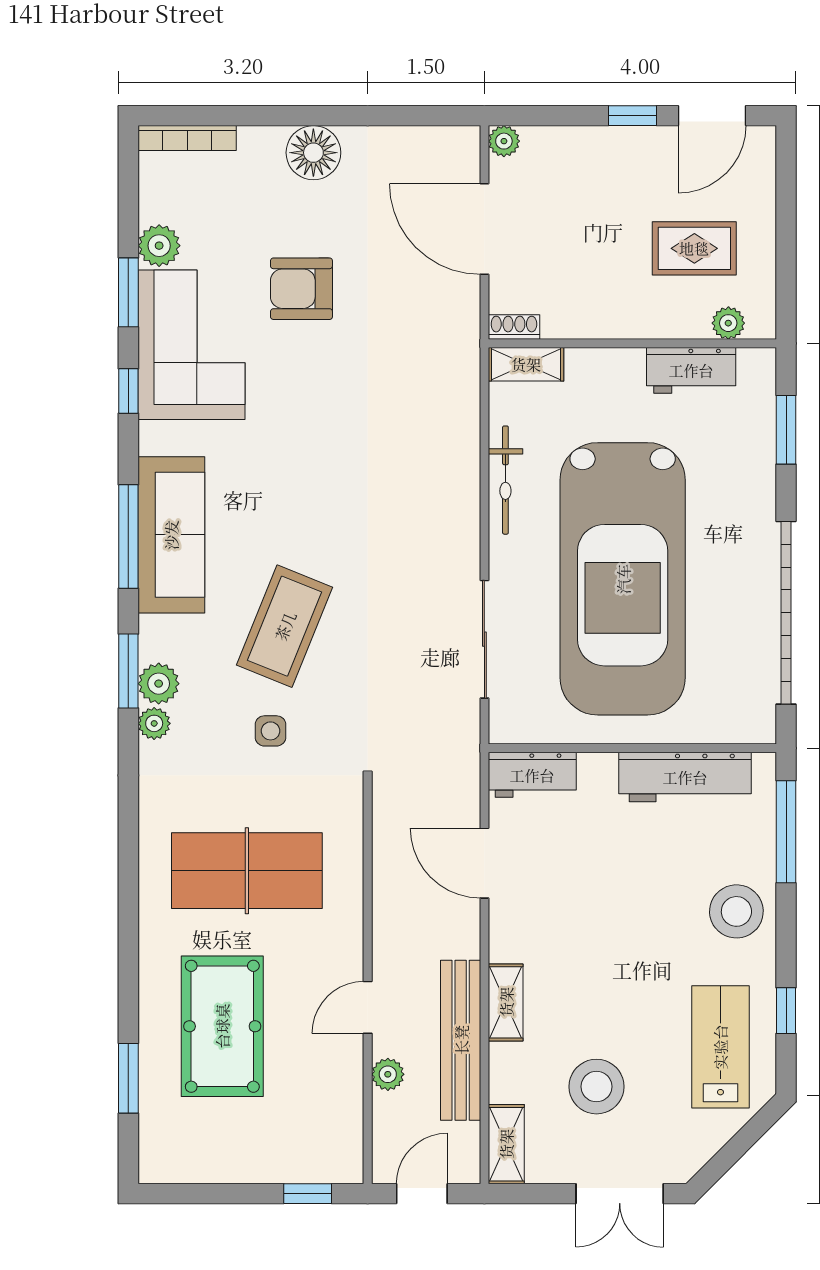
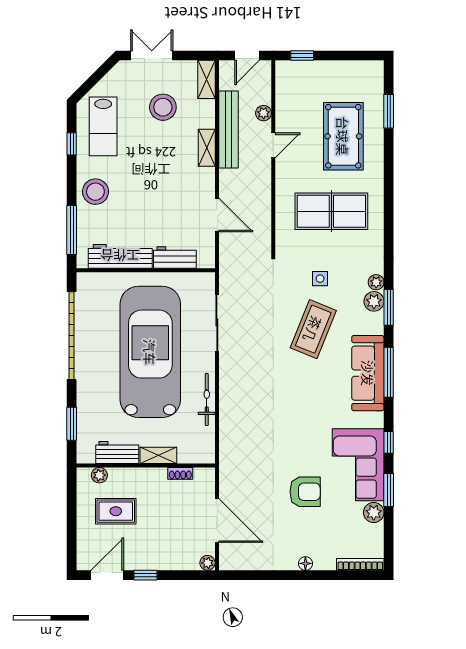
floor lamp: (313, 153) -> (305, 563), width x0.53, depth x0.53
shoe rack: (514, 327) -> (180, 473), moved
shelving: (526, 364) -> (158, 455), moved
workbench: (532, 775) -> (175, 258), moved

